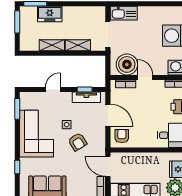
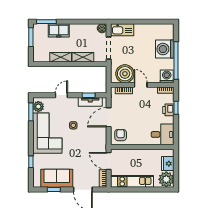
boiler: (100, 11) -> (102, 28), added
plant: (26, 103) -> (38, 107), added
door: (108, 115) -> (109, 117), swing flipped
armchair: (77, 142) -> (83, 140), removed

